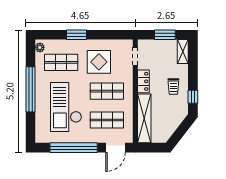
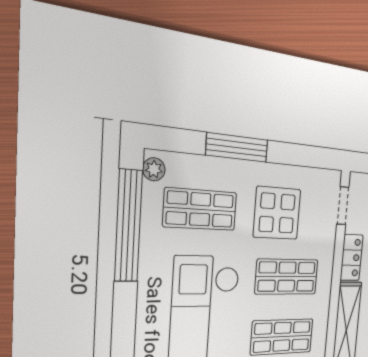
window: (77, 35) -> (237, 147), width x1.44
window: (30, 89) -> (128, 226), moved

